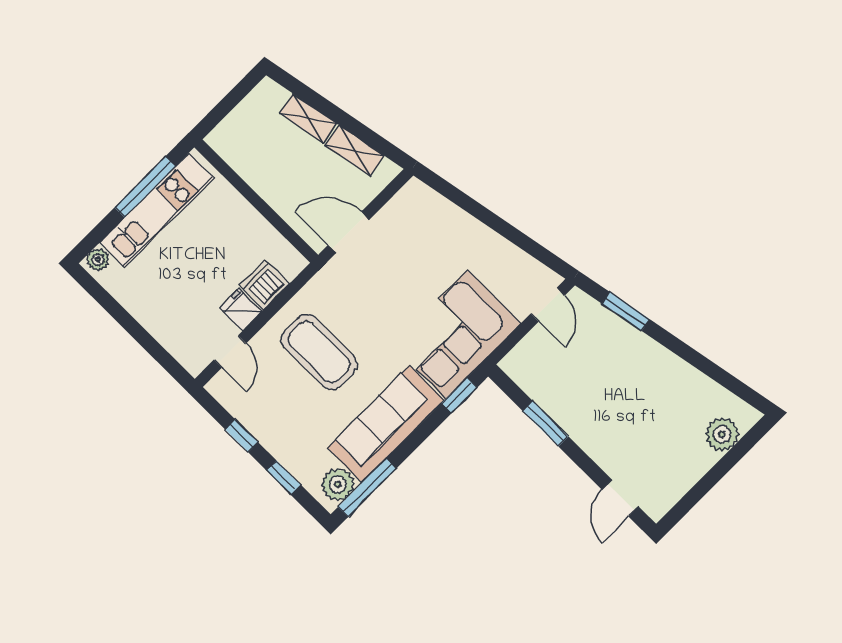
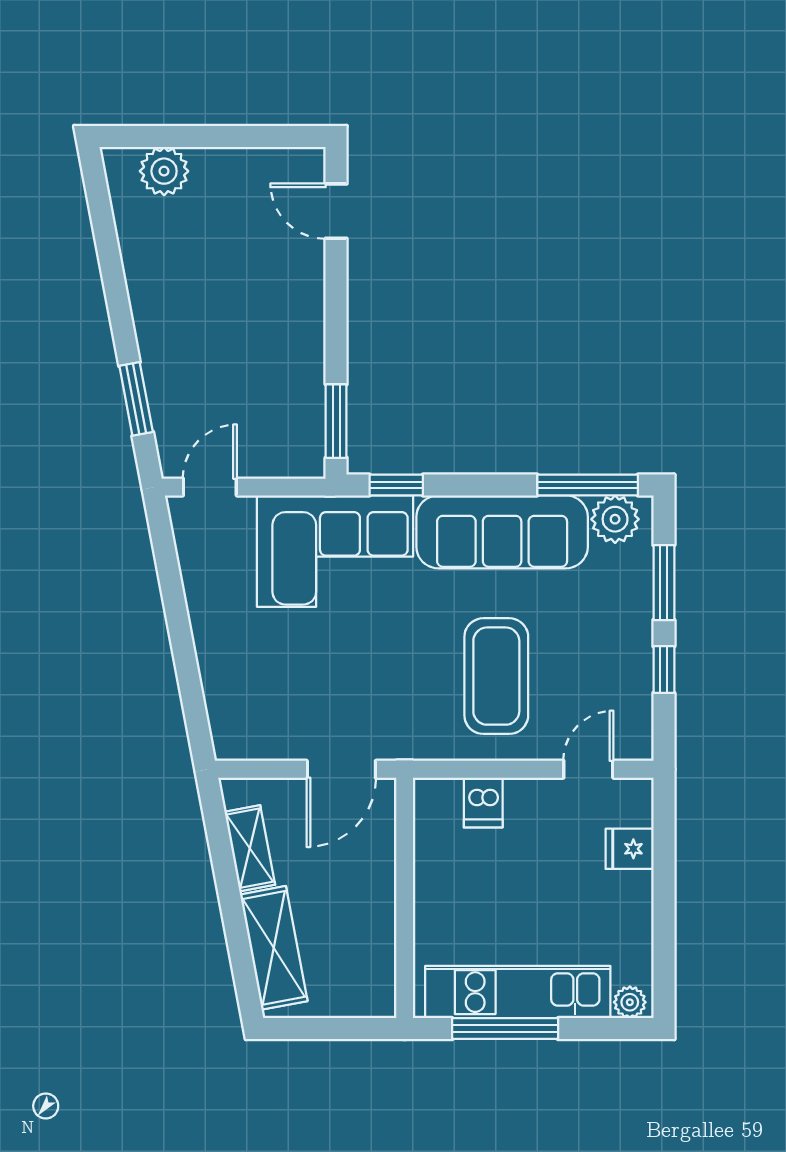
shelving: (308, 118) -> (274, 948), width x1.50, depth x1.33
door: (349, 232) -> (341, 769), hinge flipped
dishwasher: (264, 285) -> (483, 802), width x0.73
fridge: (241, 309) -> (630, 849), moved, turned 90
window: (546, 424) -> (336, 421), moved
window: (284, 478) -> (664, 583), width x1.50
door: (620, 498) -> (336, 211), swing flipped

